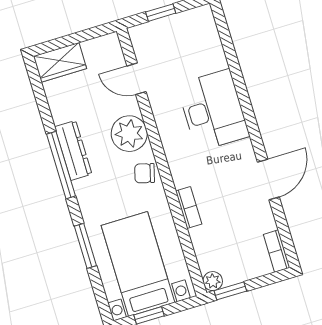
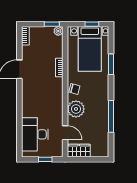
wardrobe: (60, 62) -> (79, 151), moved
desk: (213, 110) -> (35, 134), moved
dresser: (73, 150) -> (104, 109), removed
window: (61, 165) -> (111, 116), moved

